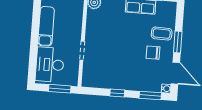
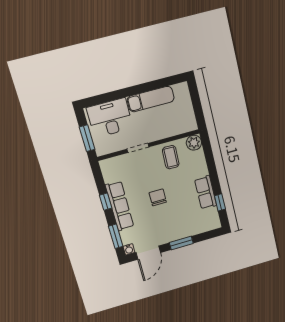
coffee table: (162, 34) -> (171, 157), moved
chair: (153, 53) -> (158, 197), moved
row of seats: (125, 83) -> (120, 206), added

